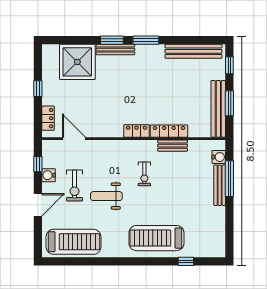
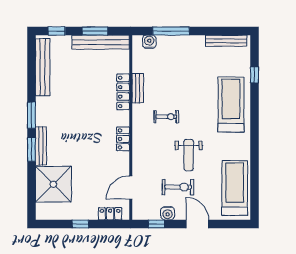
locker: (137, 131) -> (123, 139), moved
bench: (220, 185) -> (226, 41), moved
treadmill: (156, 238) -> (231, 104), turned 180

